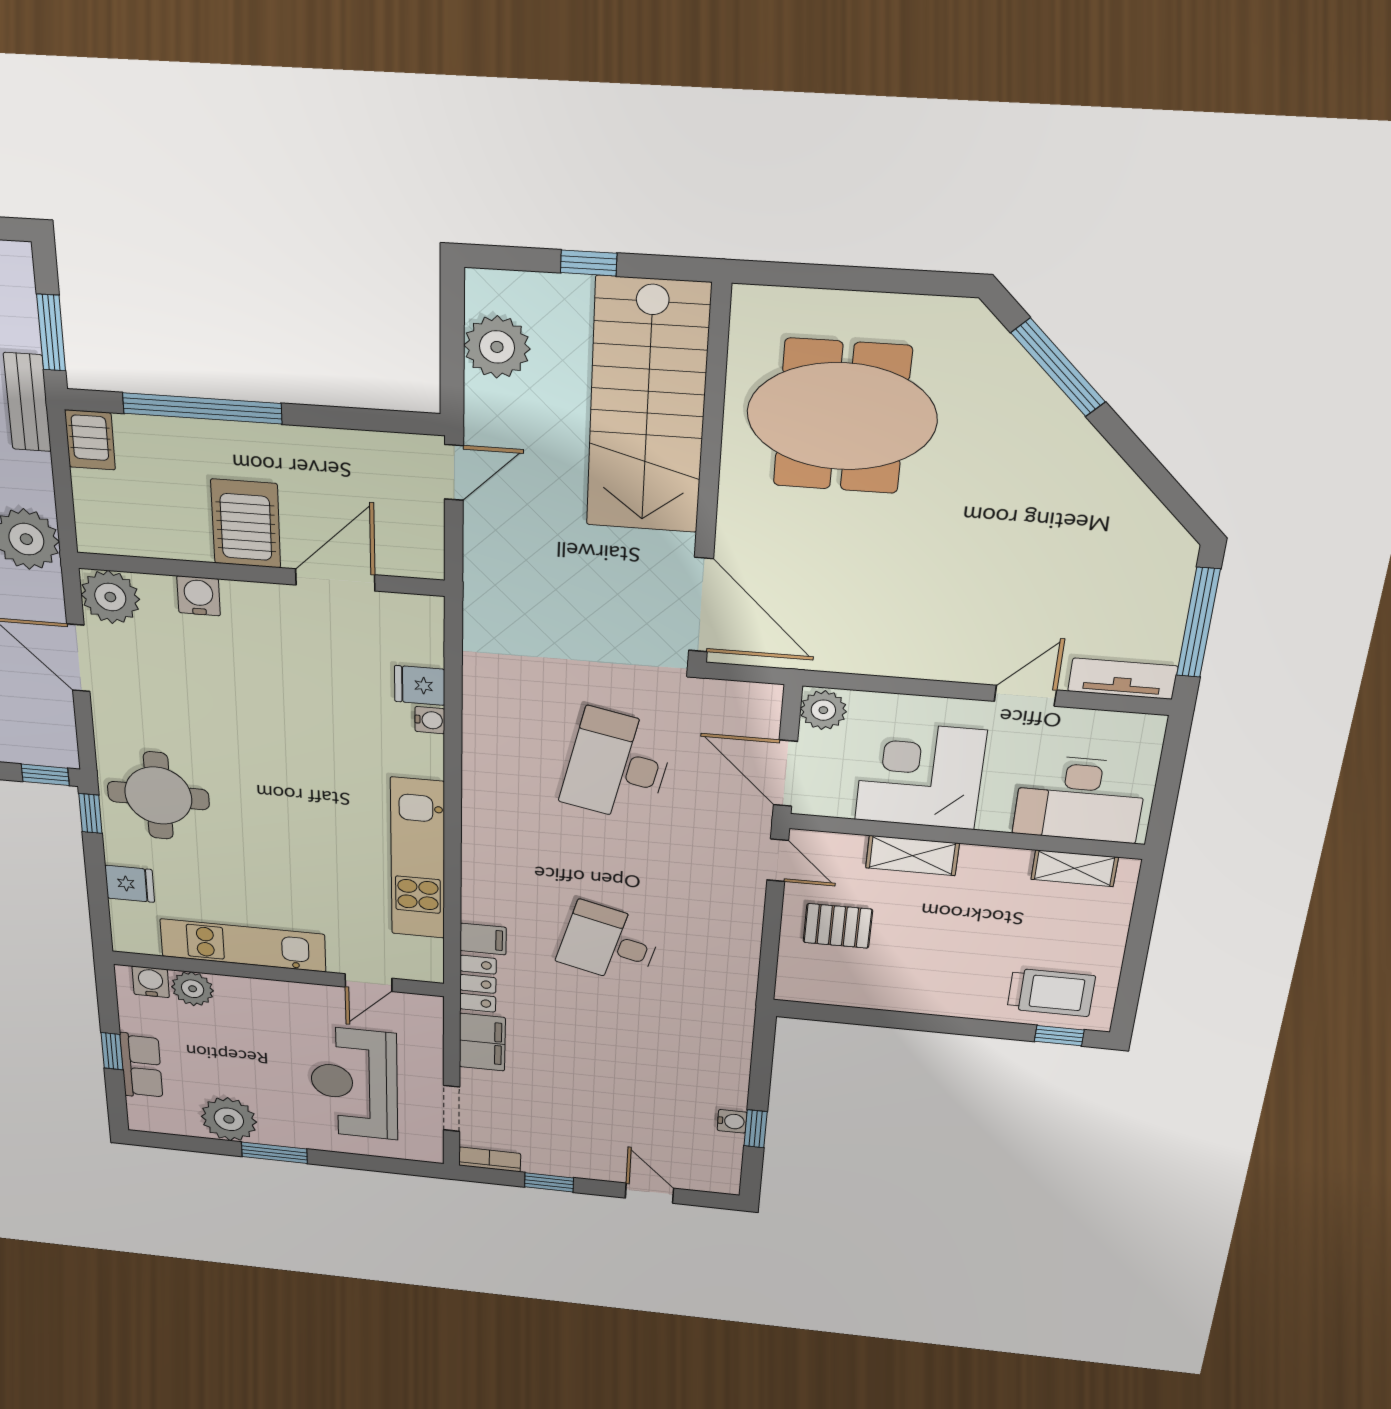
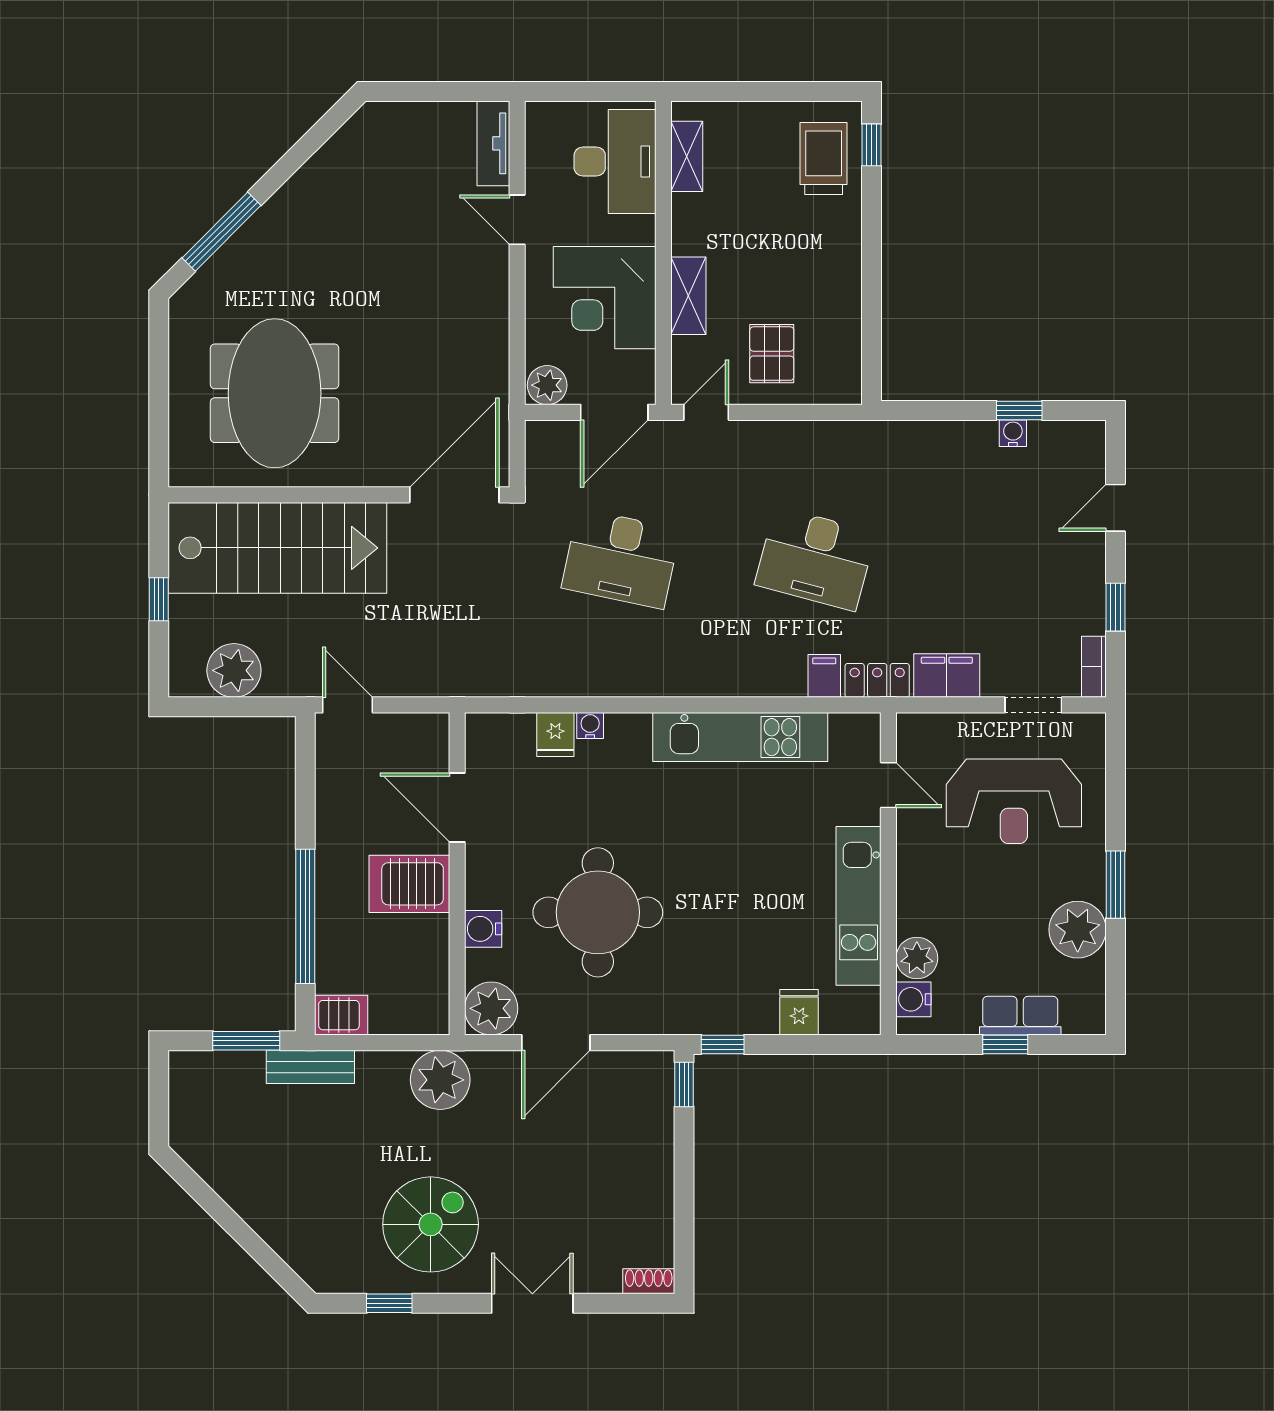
window: (1198, 623) -> (436, 92), removed
round table: (158, 796) -> (598, 912), moved, width x1.36, depth x1.36
desk: (609, 943) -> (815, 559), width x1.37

